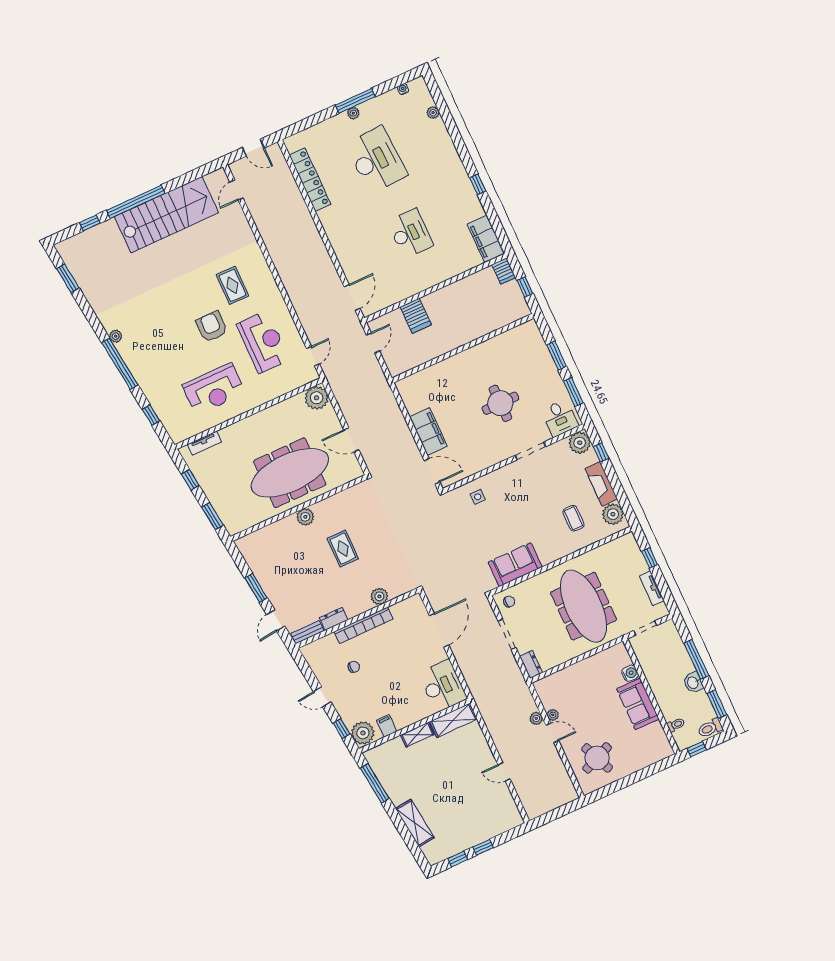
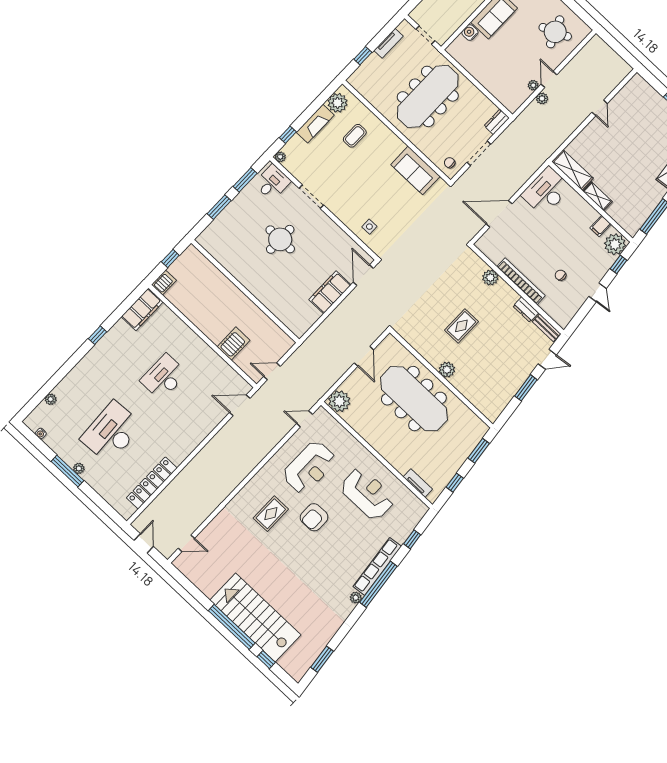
stairs: (166, 215) -> (255, 618), moved
reception desk: (263, 342) -> (309, 467), turned 180
row of seats: (138, 370) -> (377, 566), added
plant: (580, 443) -> (280, 157), width x0.53, depth x0.53

